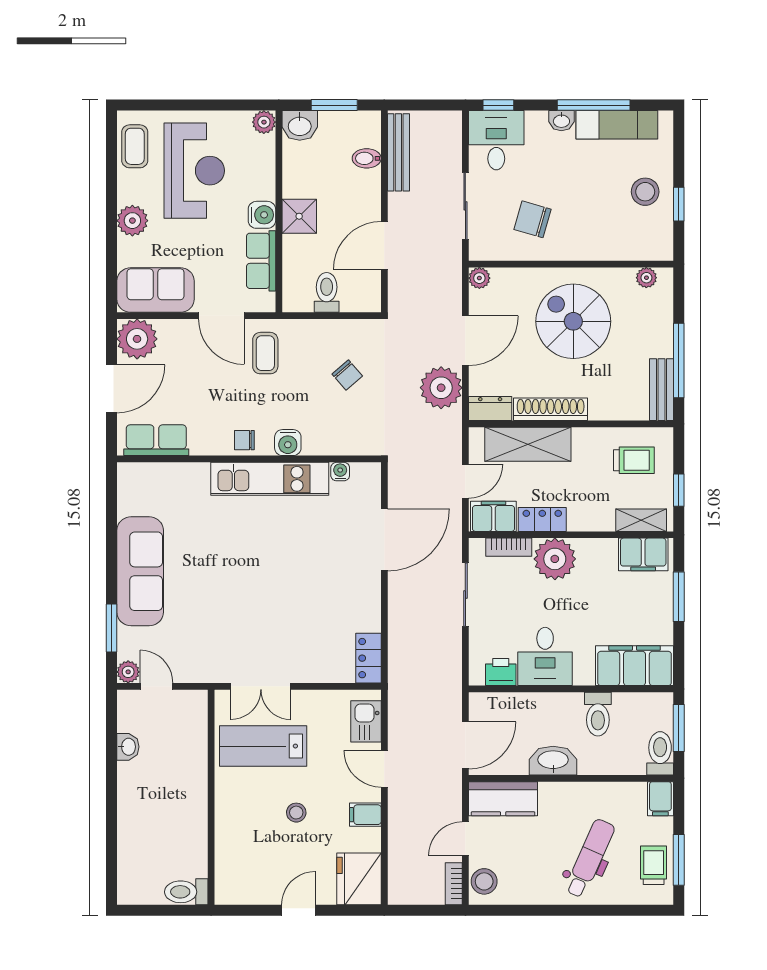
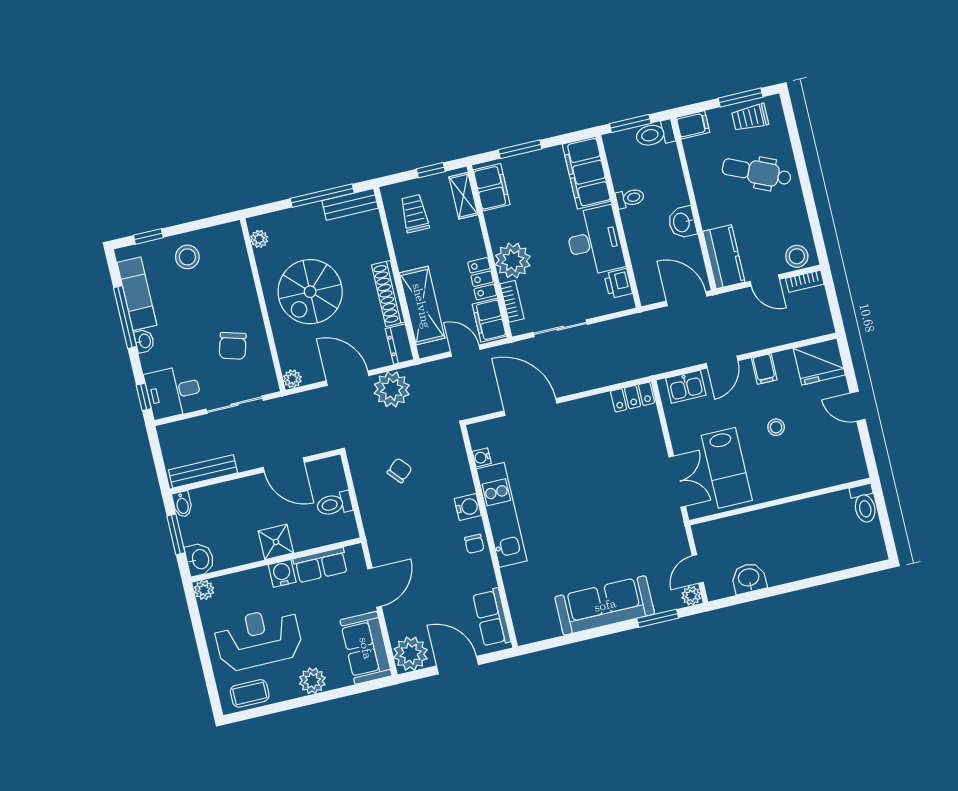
bidet: (367, 158) -> (182, 504), moved
window: (679, 204) -> (148, 236), moved
coffee table: (265, 353) -> (397, 543), removed
desk: (545, 656) -> (594, 241), width x1.37
toilet: (598, 714) -> (630, 198), width x0.73, depth x0.72
washbasin: (128, 747) -> (749, 578), width x1.38, depth x1.45
washbasin: (553, 761) -> (682, 222), width x0.72

